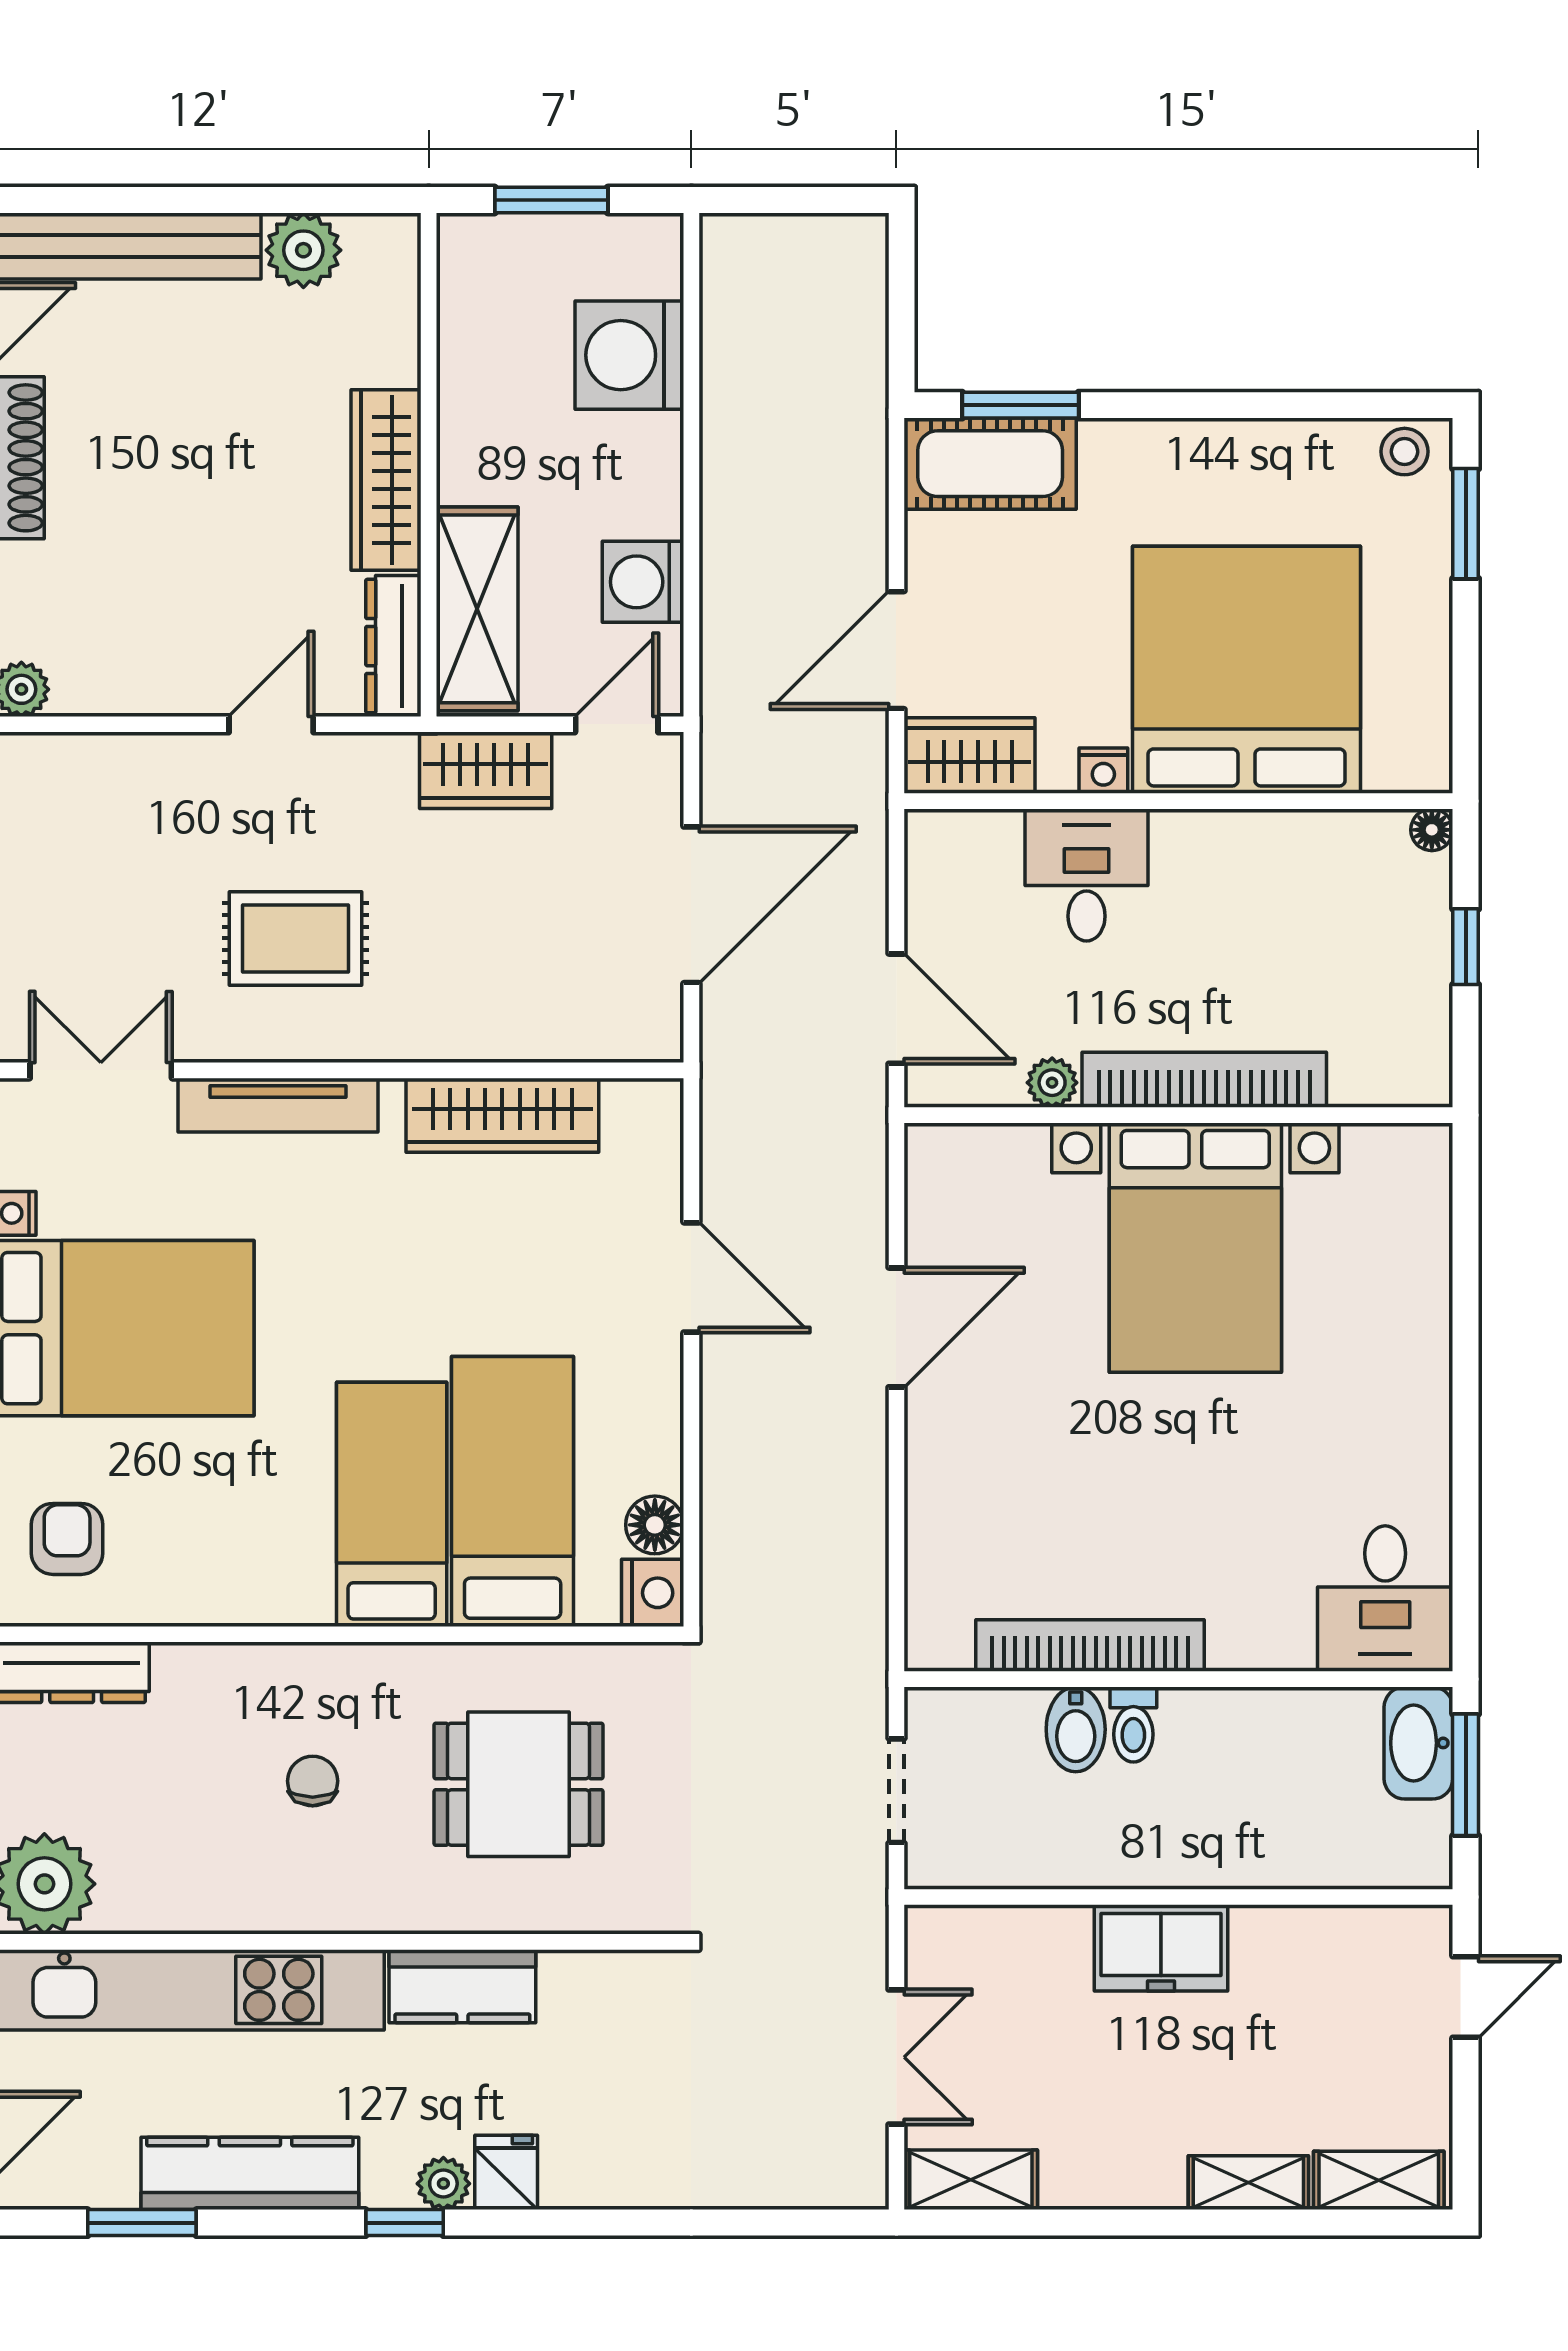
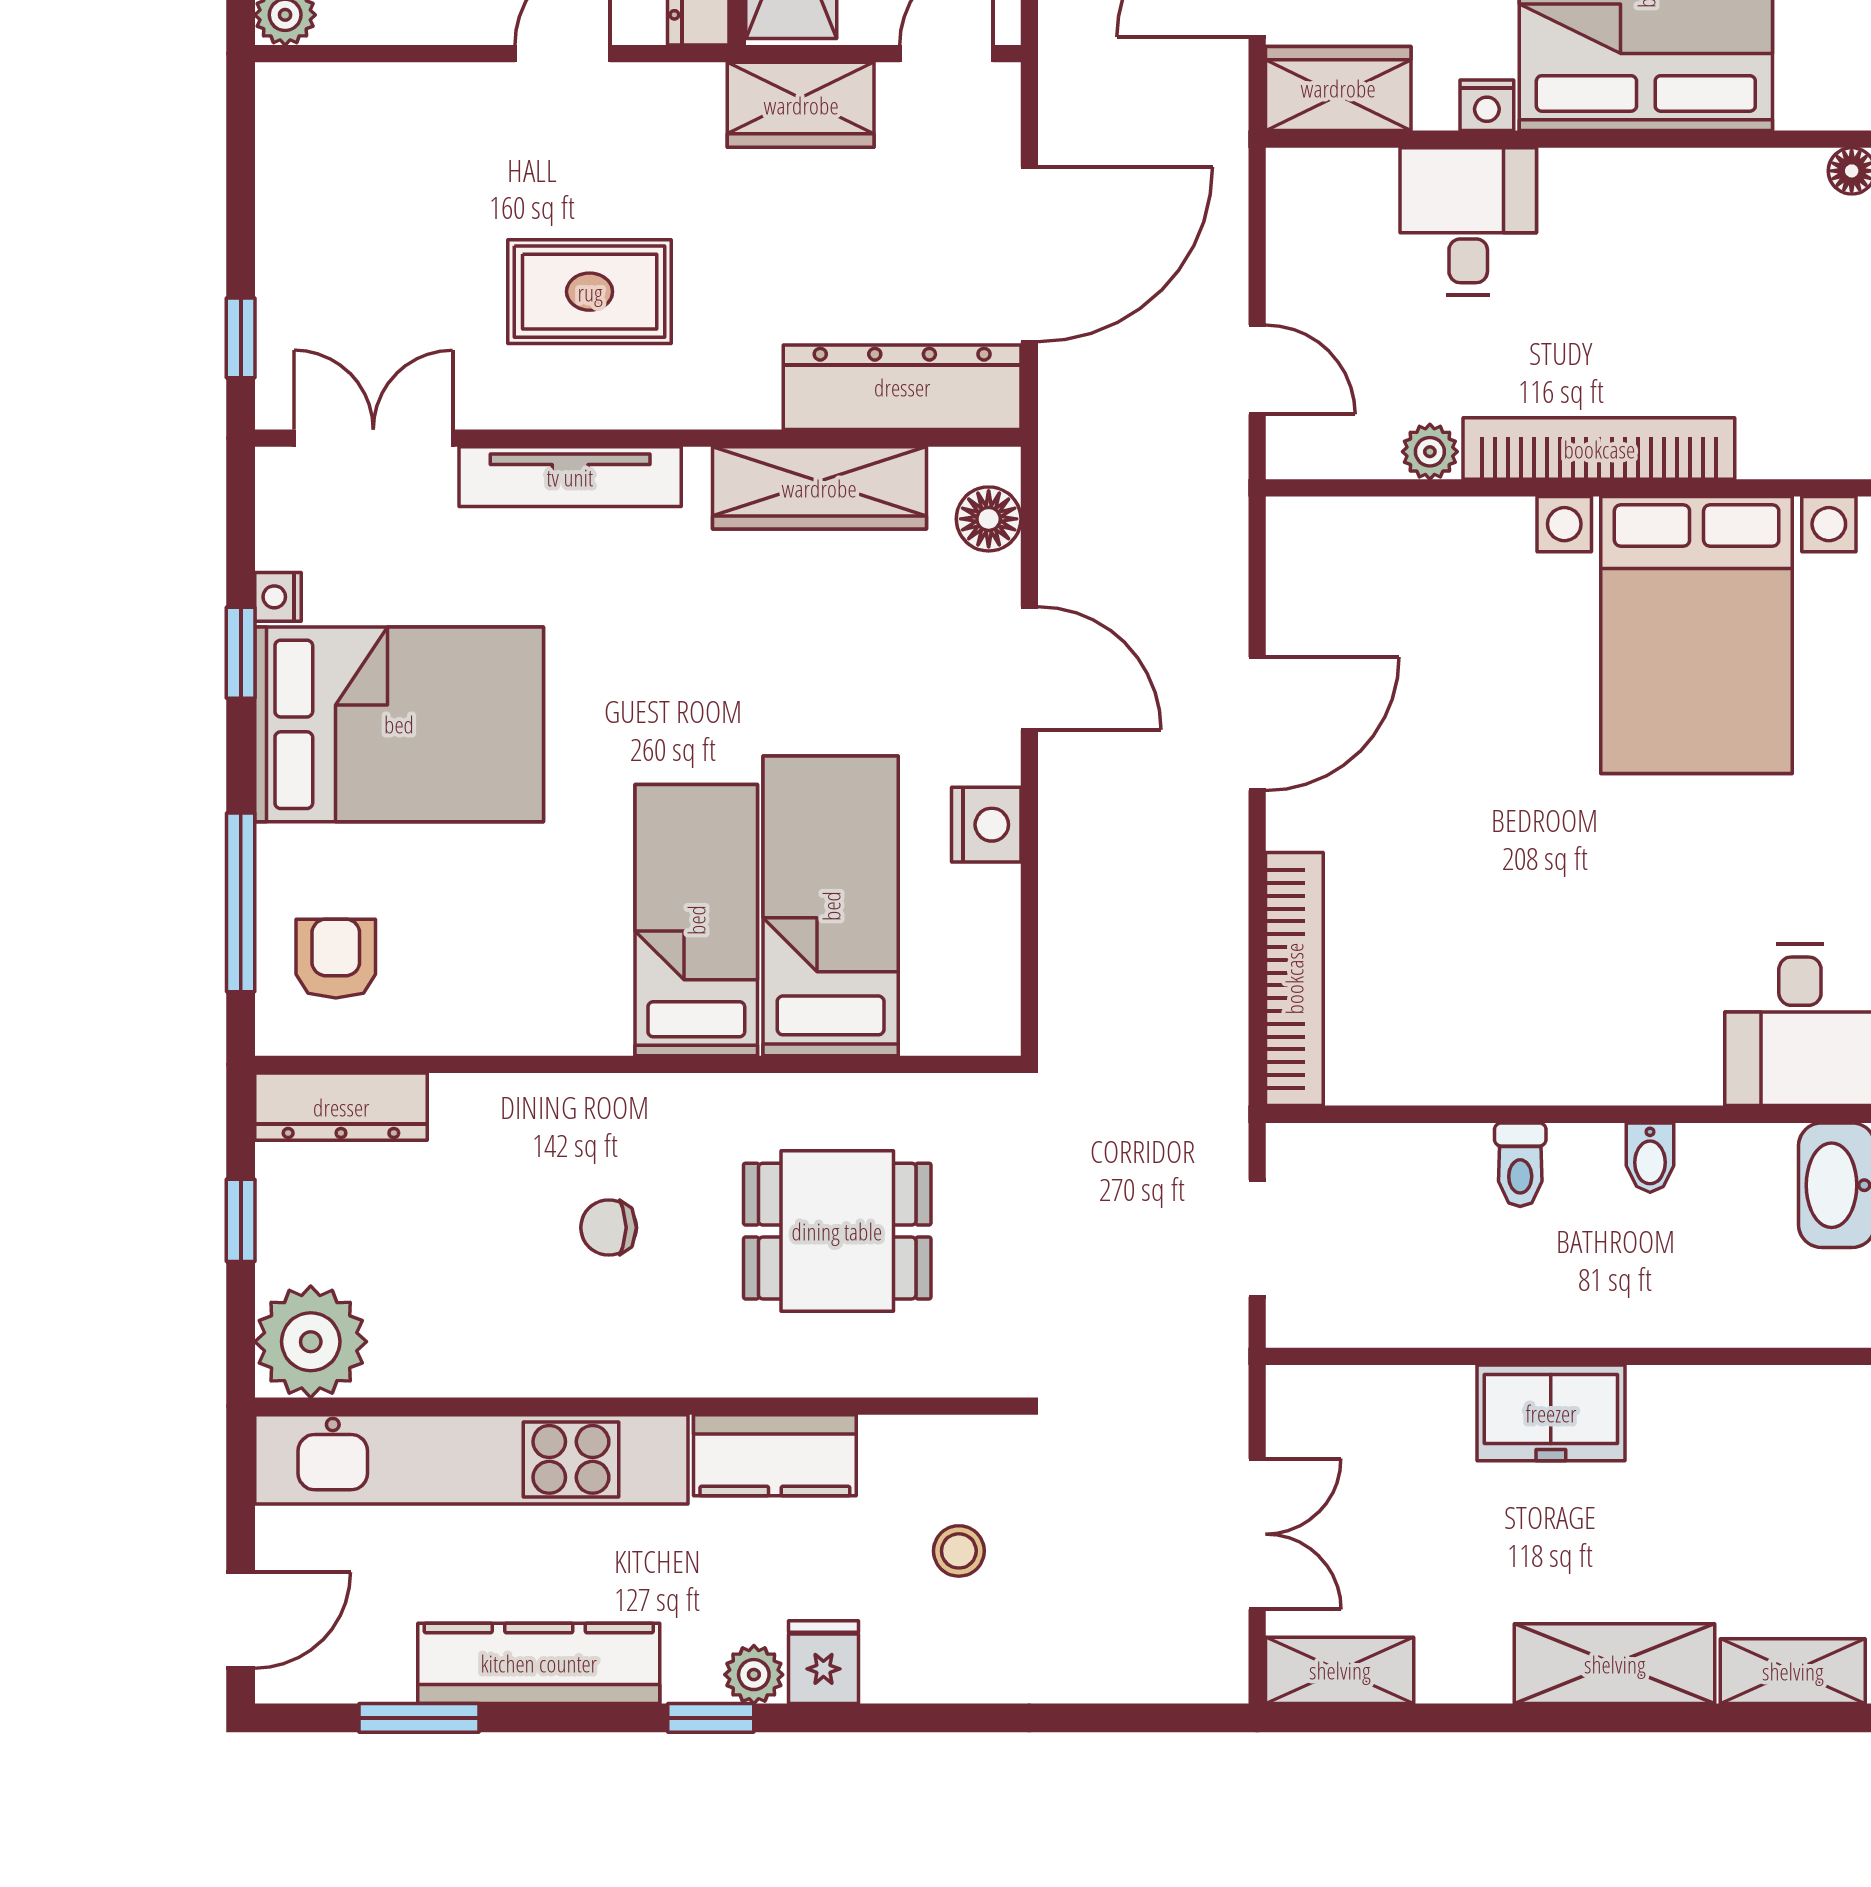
door: (896, 1009) -> (1257, 370), width x0.73
dresser: (577, 1025) -> (902, 387), added
bed with nightstands: (1195, 1248) -> (1697, 635), moved
floor lamp: (655, 1525) -> (989, 519), moved
nightstand: (653, 1593) -> (986, 825), moved
bookcase: (1090, 1646) -> (1294, 979), moved, turned 90
bidet: (1076, 1729) -> (1650, 1158), moved, width x0.72, depth x0.74
chair: (313, 1781) -> (609, 1228), turned -90
stool: (628, 2072) -> (959, 1551), added
shelving: (1248, 2183) -> (1615, 1664), width x1.50, depth x1.33

